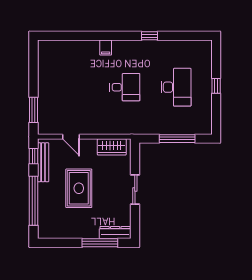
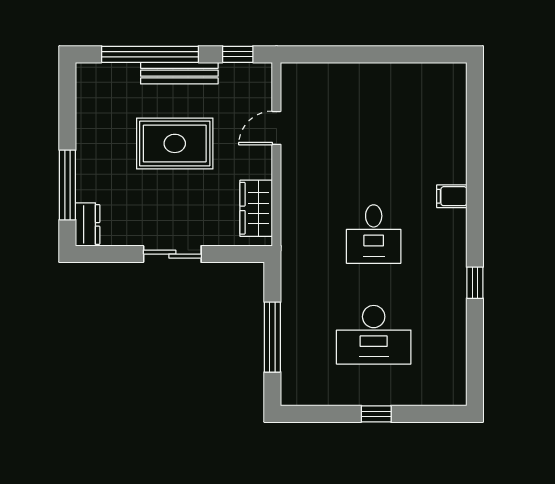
window: (33, 110) -> (329, 54), removed
bench: (43, 162) -> (179, 73), moved
dresser: (115, 233) -> (88, 224), width x0.70

